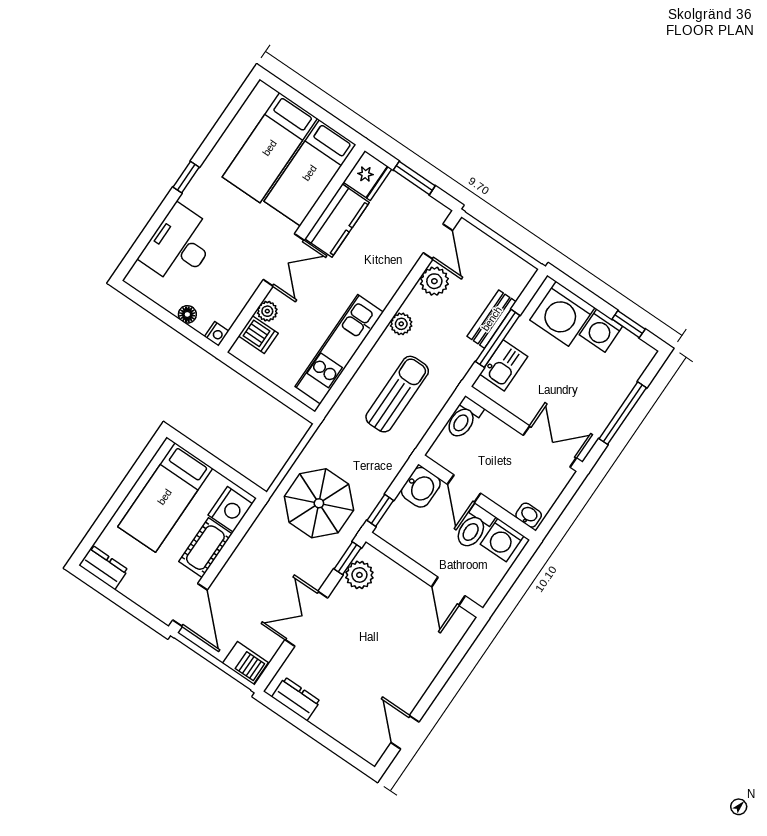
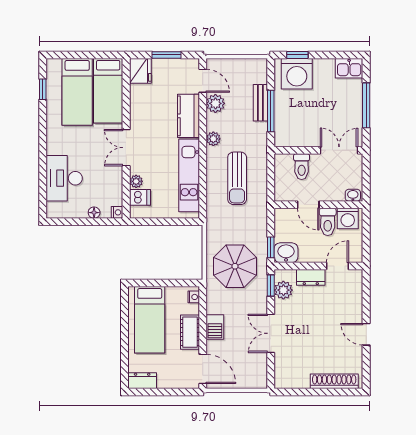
window: (186, 177) -> (43, 89), moved
kitchen counter: (337, 221) -> (188, 116), moved, turned 180
double door: (284, 260) -> (126, 148), swing flipped
window: (629, 324) -> (297, 55), moved
washing machine: (601, 331) -> (324, 69), removed
kitchen sink: (504, 365) -> (349, 68), moved, turned 90
sun lounger: (397, 394) -> (237, 178), turned 180
toilet: (464, 418) -> (302, 167), moved
washbasin: (421, 487) -> (286, 253), moved, turned -90
nightstand: (230, 509) -> (194, 297), width x0.53, depth x0.56
door: (448, 591) -> (338, 266), swing flipped
barbecue: (245, 663) -> (215, 327), moved, turned 90
dresser: (296, 699) -> (311, 277), moved, turned 180
door: (405, 732) -> (366, 334), moved
shoe rack: (345, 734) -> (334, 381), added

